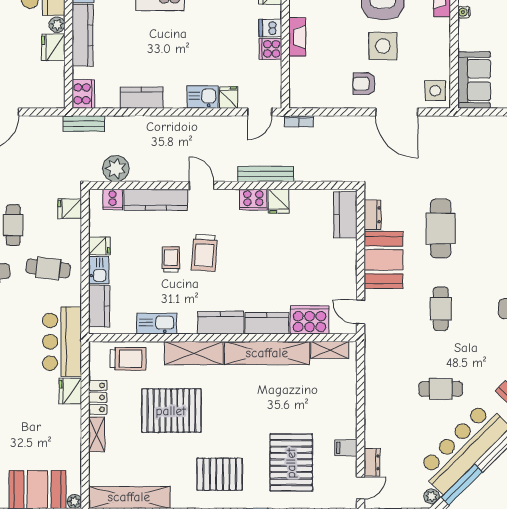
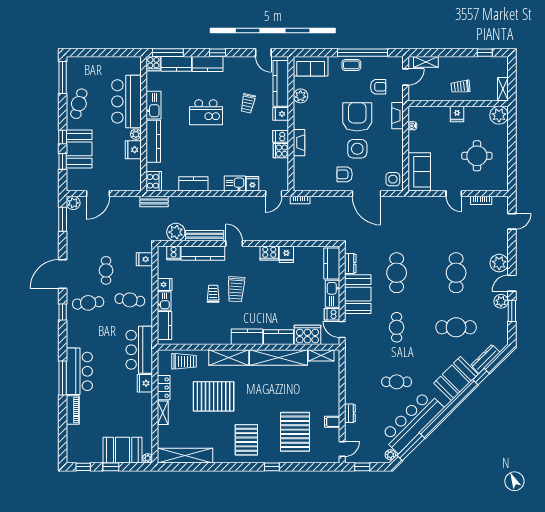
bench: (266, 174) -> (205, 236), moved
dishwasher: (346, 289) -> (332, 314), added
kitchen sink: (157, 324) -> (332, 294), moved, turned -90
dresser: (372, 462) -> (350, 413), moved
pallet: (220, 474) -> (246, 440), turned 90

